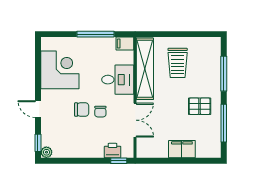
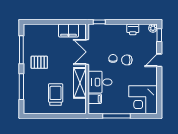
filing cabinet: (125, 44) -> (95, 99), moved
shelving: (145, 69) -> (80, 83), width x0.68
corner desk: (60, 70) -> (143, 100), moved
door: (38, 109) -> (159, 60), swing flipped
filing cabinet: (182, 149) -> (68, 31), moved
printer: (113, 151) -> (133, 29), moved

